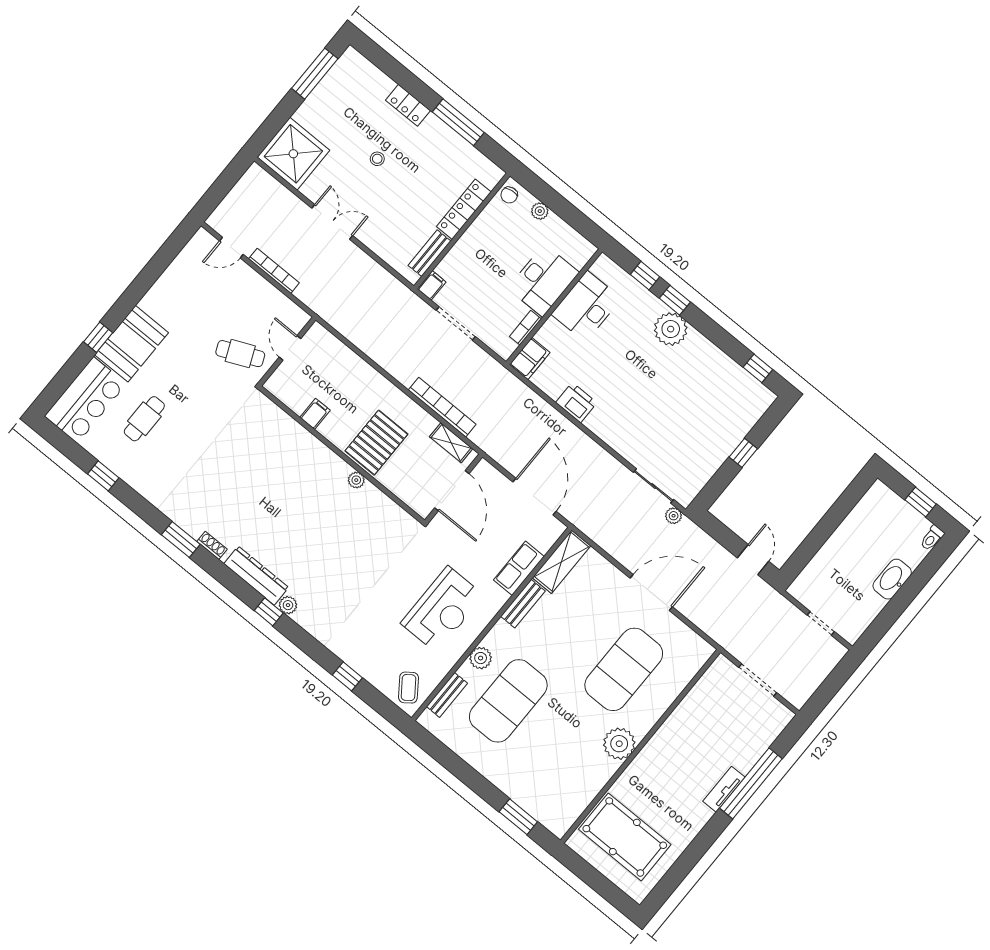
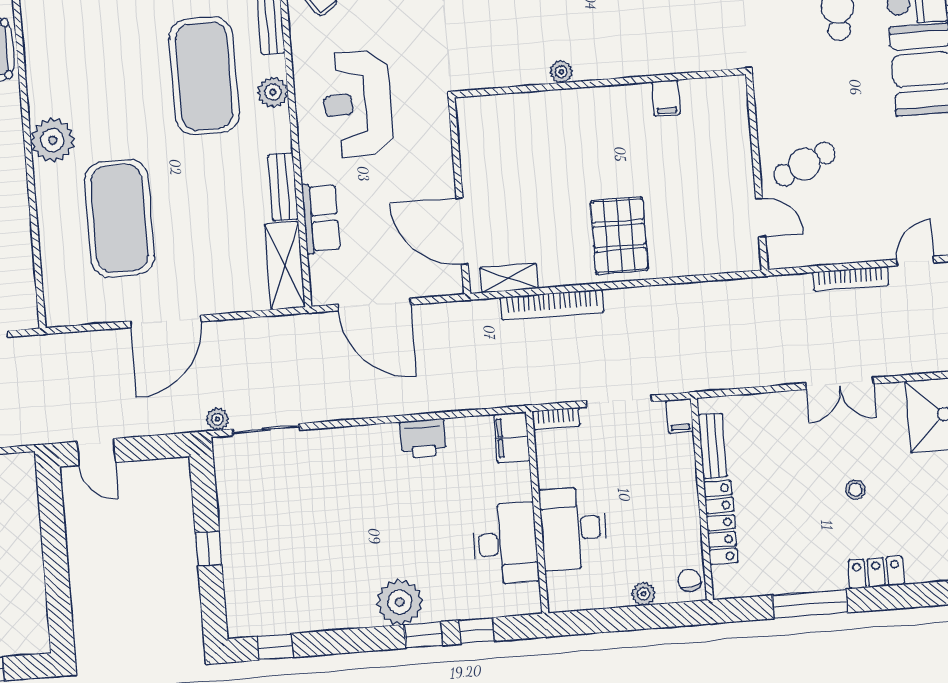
bookcase: (525, 328) -> (556, 419), moved, turned 90
filing cabinet: (315, 414) -> (666, 98), moved
pallet: (376, 443) -> (619, 236), moved
wall: (342, 455) -> (600, 83), moved
plant: (356, 480) -> (561, 72), moved

